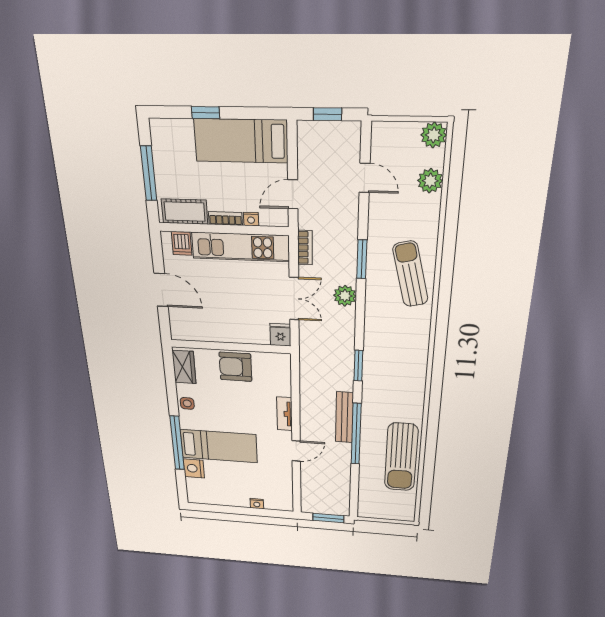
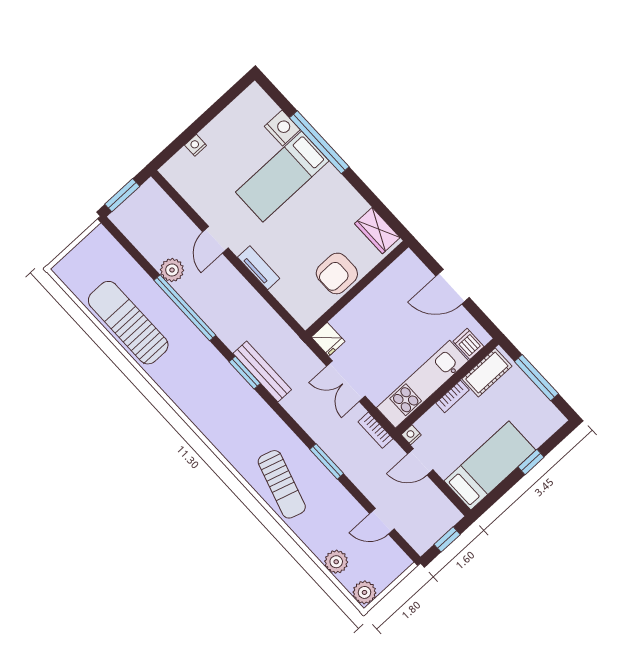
door: (293, 194) -> (420, 462), swing flipped
nightstand: (251, 219) -> (411, 435), moved
sun lounger: (410, 274) -> (282, 484), turned 31
plant: (345, 296) -> (172, 270), moved
armchair: (235, 367) -> (337, 273), turned 180
side table: (187, 403) -> (345, 195), removed
bench: (344, 417) -> (262, 372), moved

